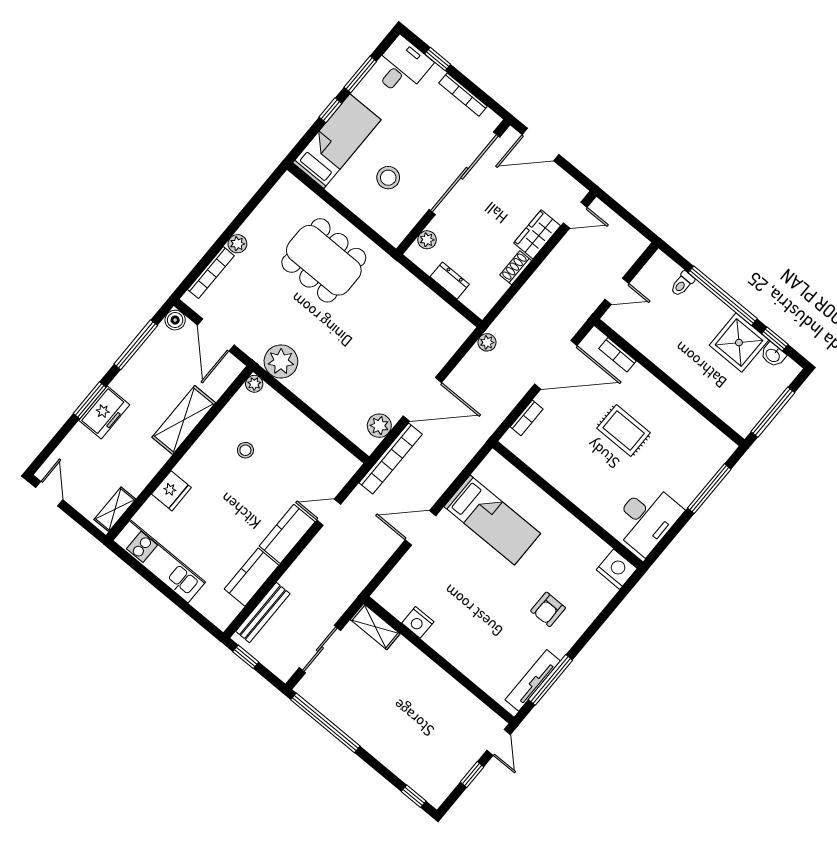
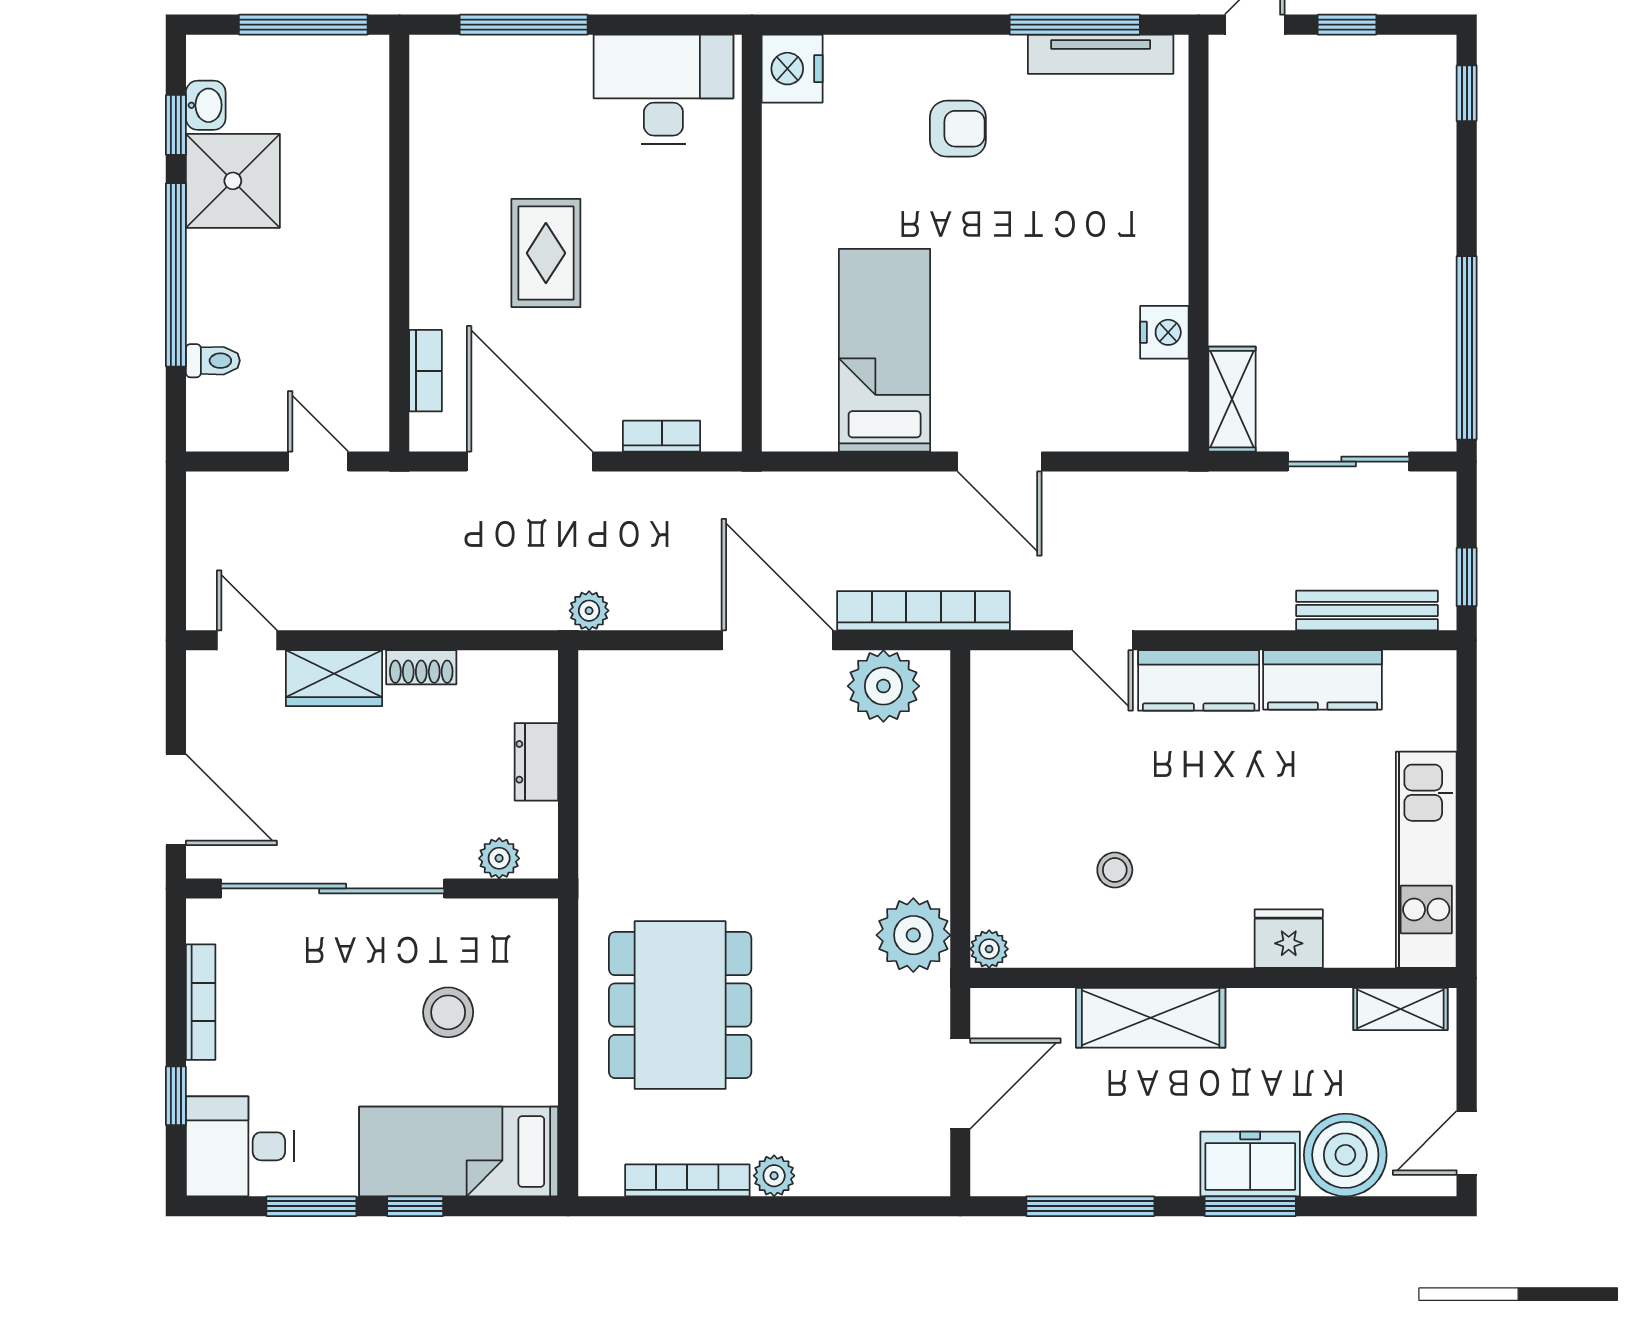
bookcase: (211, 273) -> (687, 1180), moved
boiler: (175, 320) -> (1345, 1155), moved, width x1.86, depth x1.86
plant: (379, 426) -> (883, 686), width x1.36, depth x1.36

